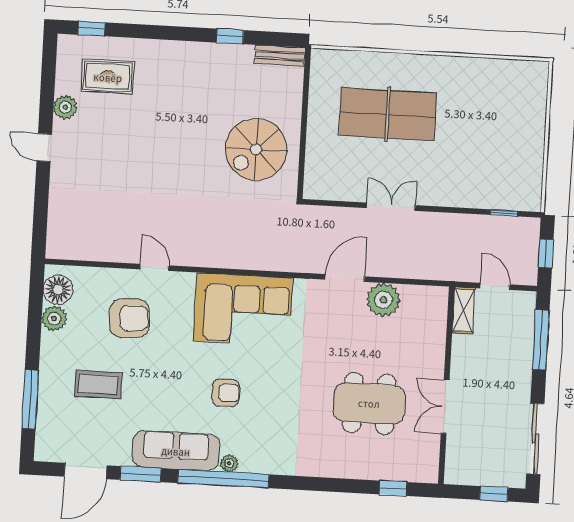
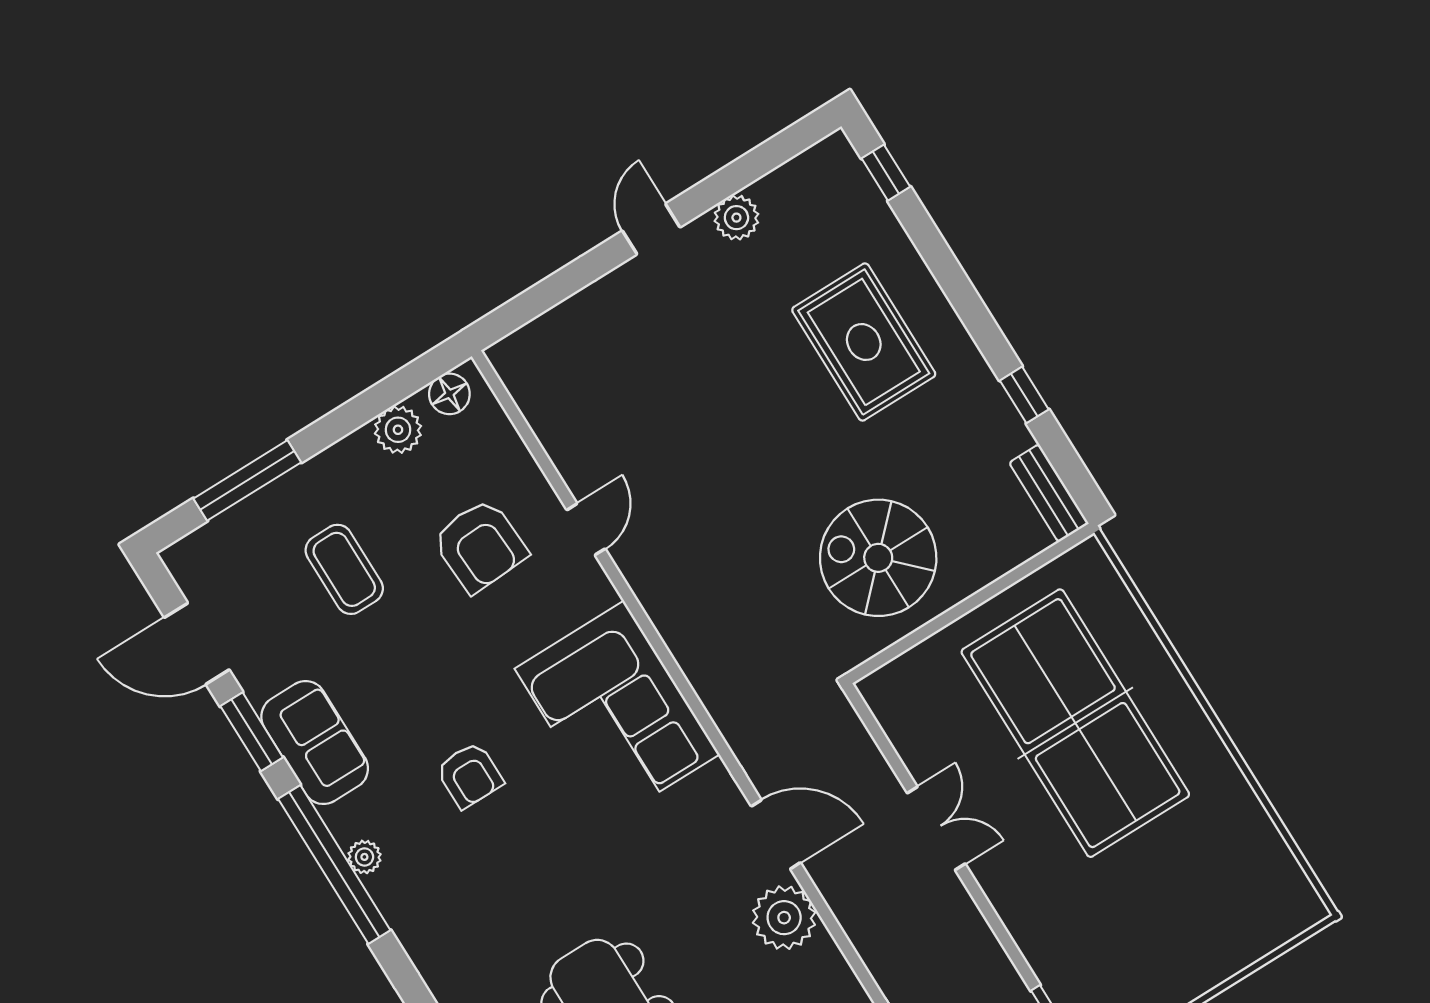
rug: (108, 77) -> (864, 342), moved, width x1.36, depth x1.43
table tennis table: (388, 114) -> (1075, 723), width x1.36, depth x1.32
floor lamp: (58, 290) -> (449, 394), width x0.73, depth x0.73
sofa: (176, 451) -> (315, 743), width x0.73

